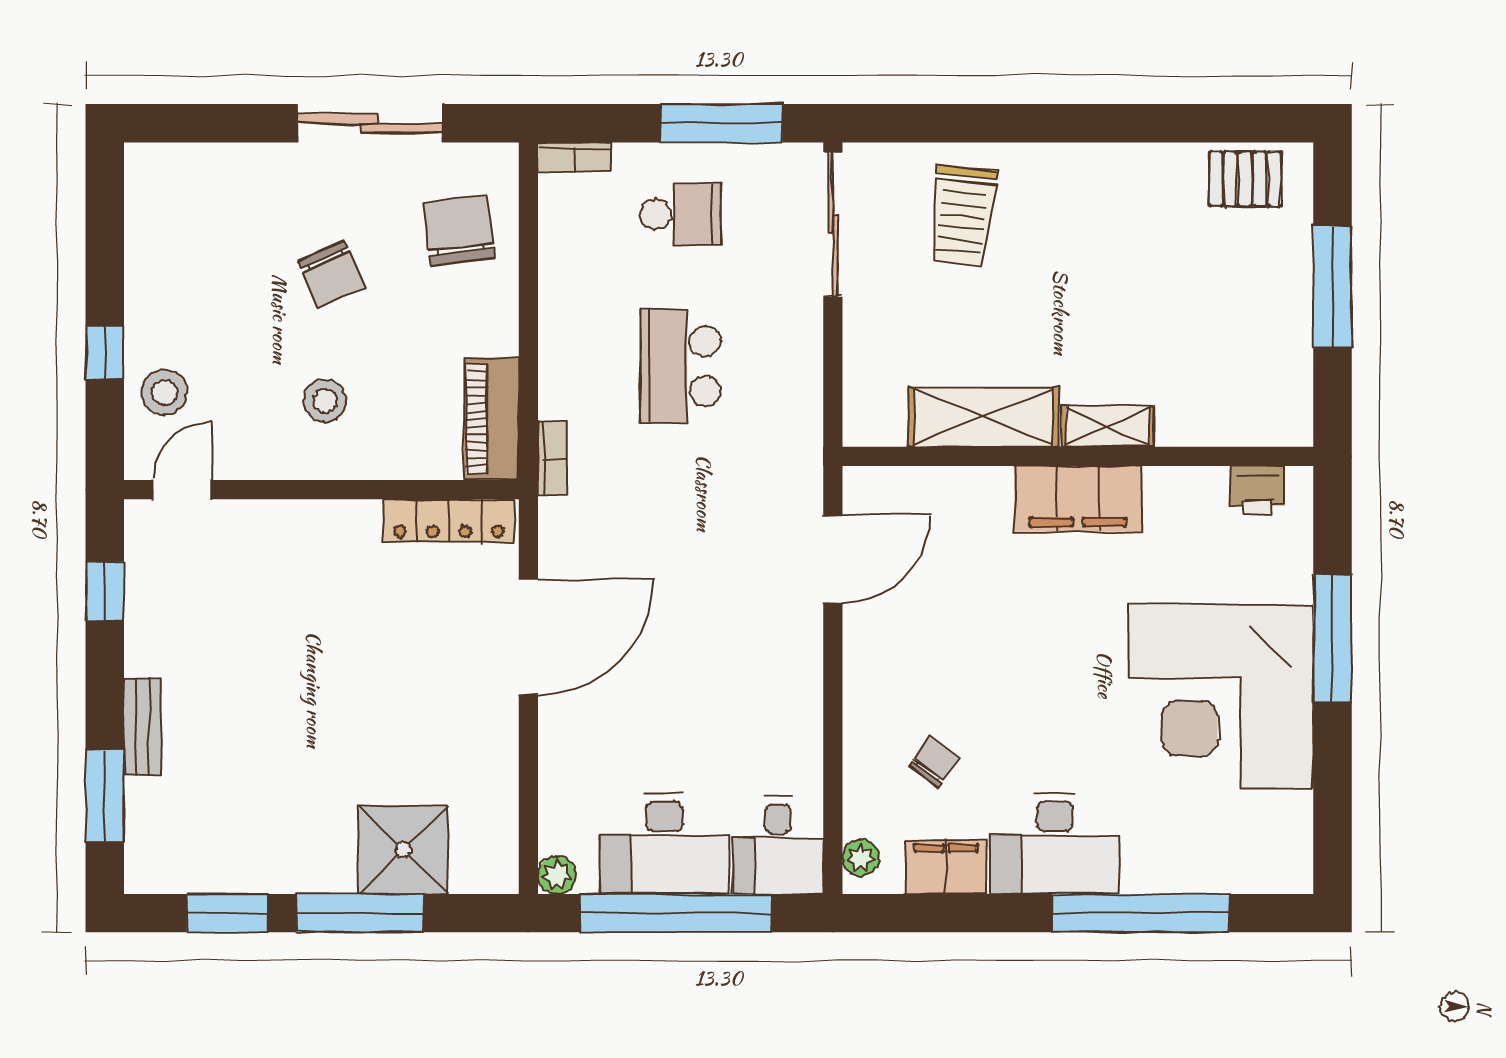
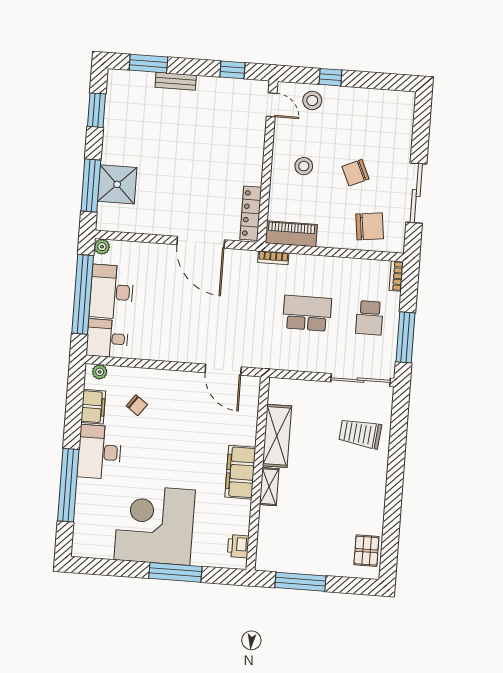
window: (1332, 287) -> (300, 582), moved
window: (360, 913) -> (91, 185), moved

